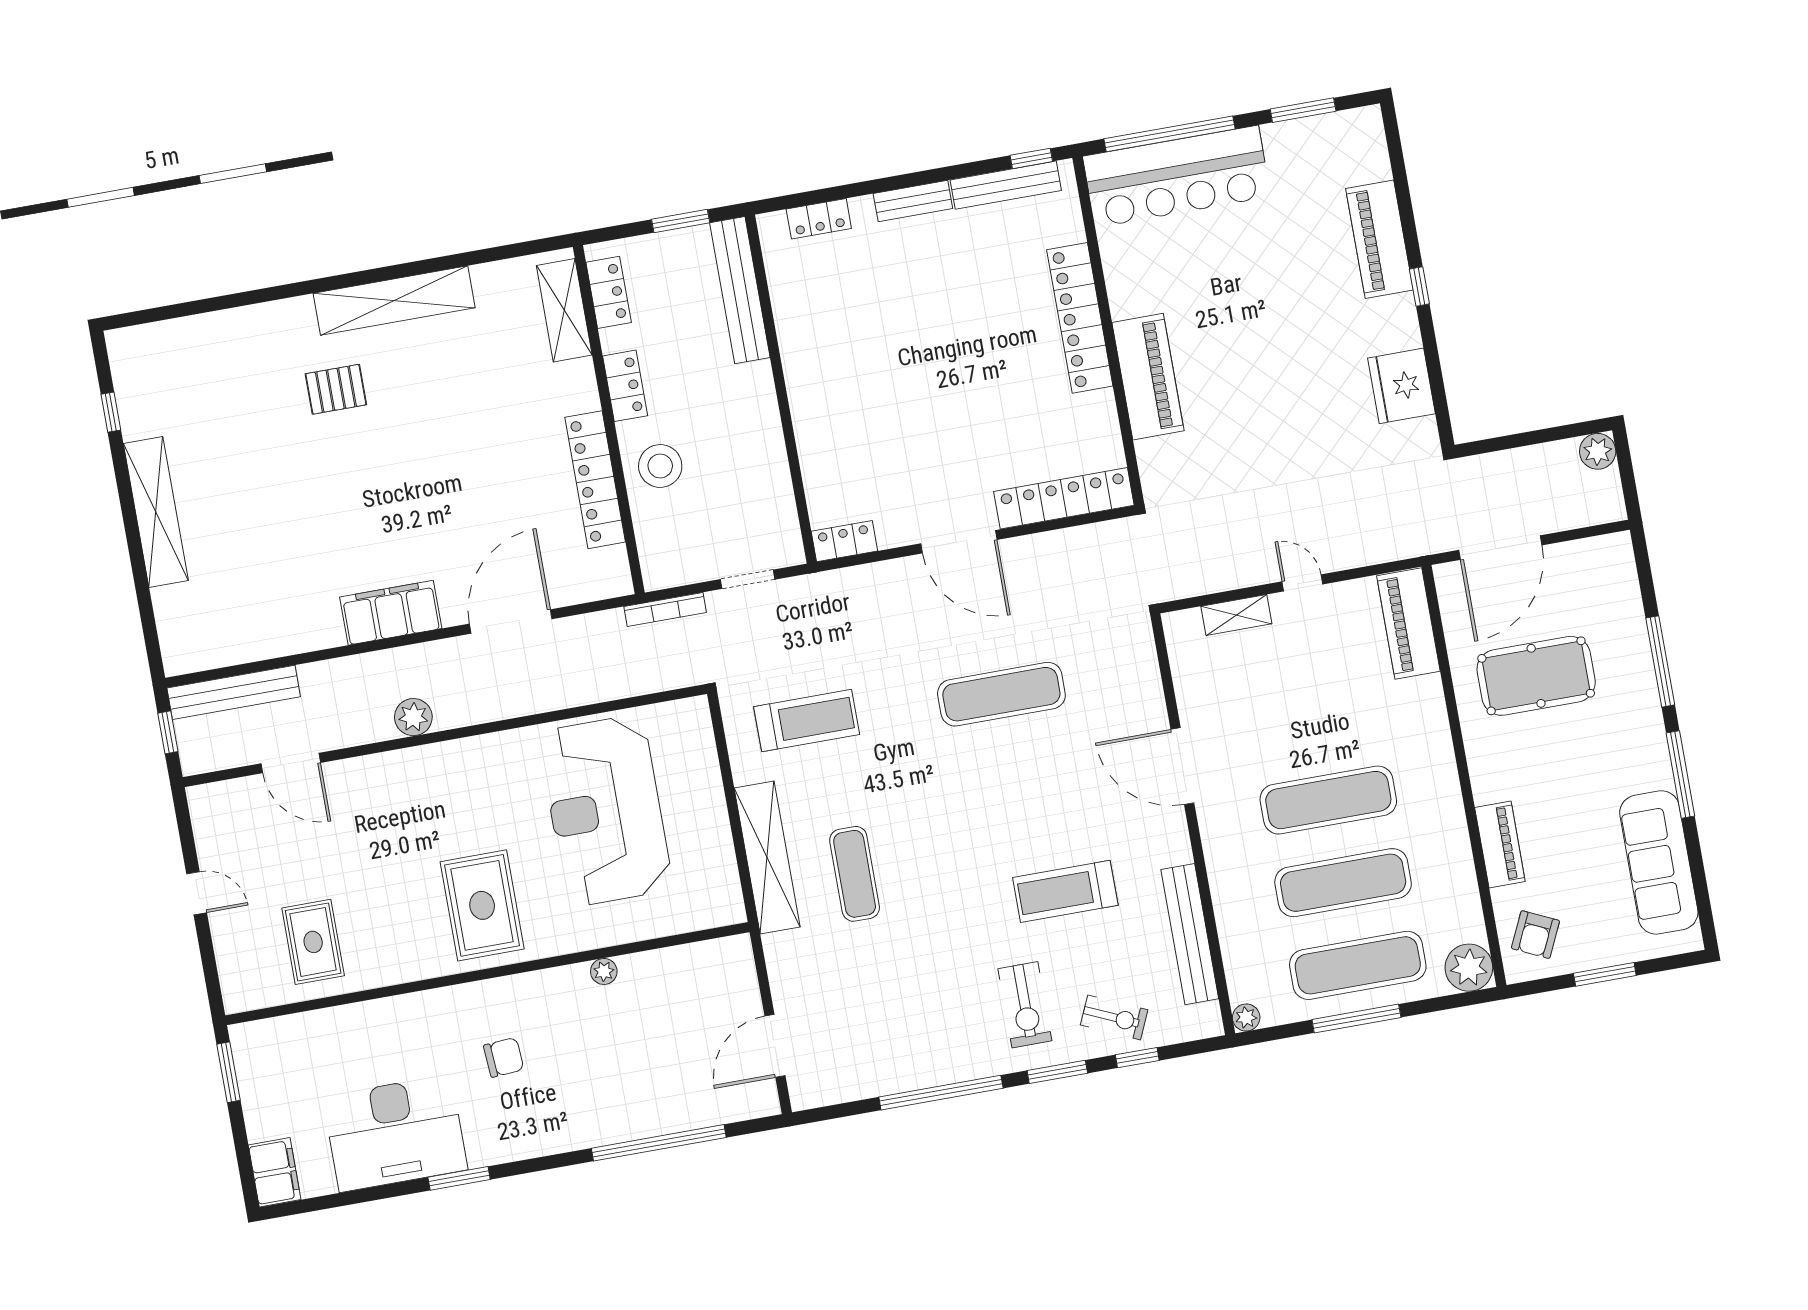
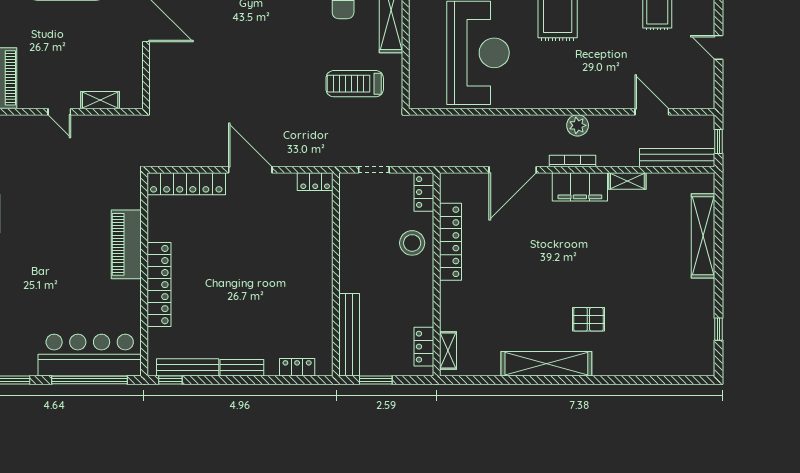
shelving: (564, 310) -> (448, 350), width x0.67, depth x0.75
locker: (625, 386) -> (424, 192), moved
shelving: (156, 512) -> (703, 236), moved
bookcase: (665, 610) -> (572, 161), moved
shelving: (311, 637) -> (627, 181), added
exercise mat: (1001, 694) -> (241, 79), removed

